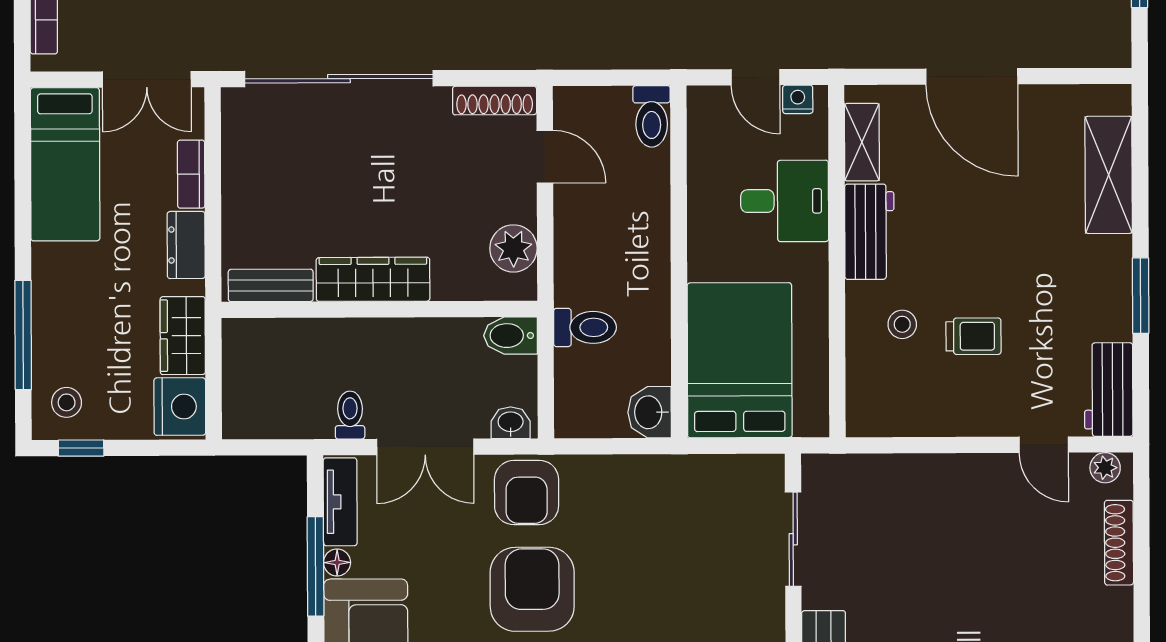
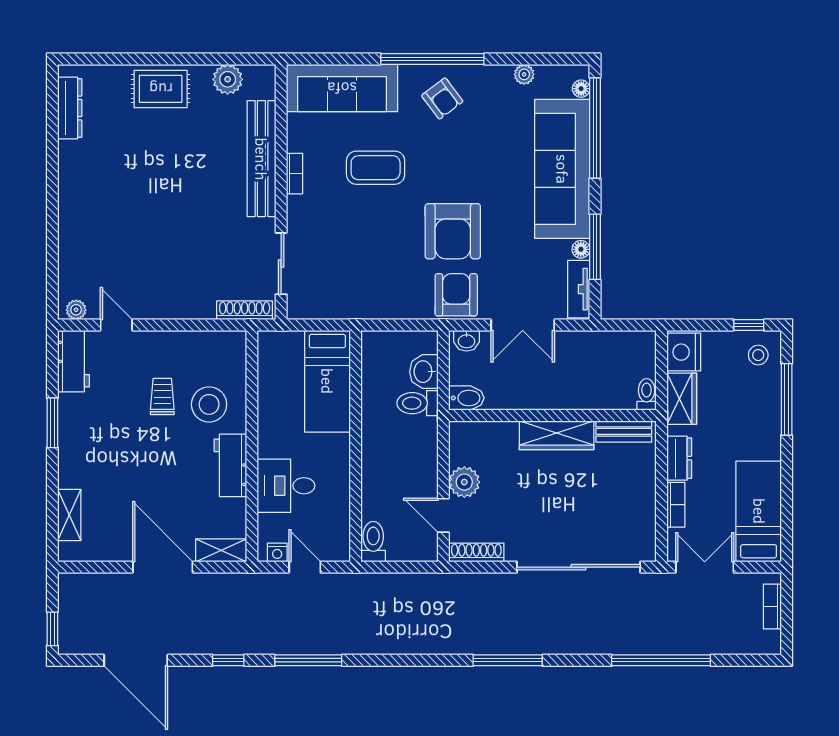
shelving: (862, 142) -> (221, 550), moved, turned 90
shelving: (1109, 175) -> (69, 515), width x0.67, depth x0.75
plant: (513, 248) -> (464, 482), moved
stool: (902, 324) -> (209, 404), width x1.89, depth x1.89
trolley: (973, 336) -> (162, 396), turned 90
bed: (740, 360) -> (327, 381), width x0.67
washbasin: (650, 412) -> (424, 372), moved, turned 180
toilet: (350, 415) -> (647, 394), moved, turned 180
double door: (425, 447) -> (523, 325), swing flipped
shoe rack: (1119, 543) -> (245, 310), moved, turned -90

